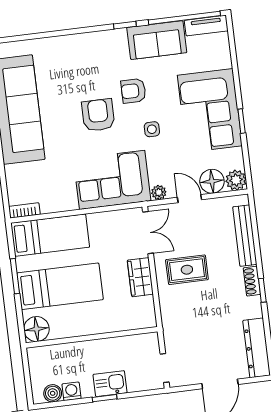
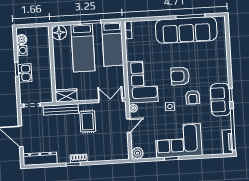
sofa: (157, 40) -> (220, 100), moved
armchair: (133, 91) -> (193, 97), turned 180
armchair: (98, 115) -> (180, 76), turned 180
floor lamp: (212, 181) -> (138, 139), removed
double door: (148, 233) -> (111, 100), swing flipped
bench: (245, 236) -> (61, 110), moved
wardrobe: (140, 277) -> (66, 95), moved

